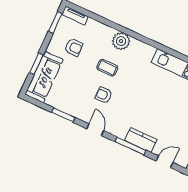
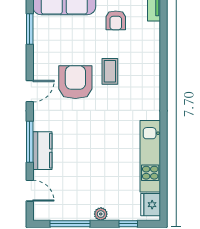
plant: (121, 41) -> (149, 73), removed
armchair: (104, 95) -> (75, 82), width x1.88, depth x1.88
window: (63, 115) -> (30, 29), moved

